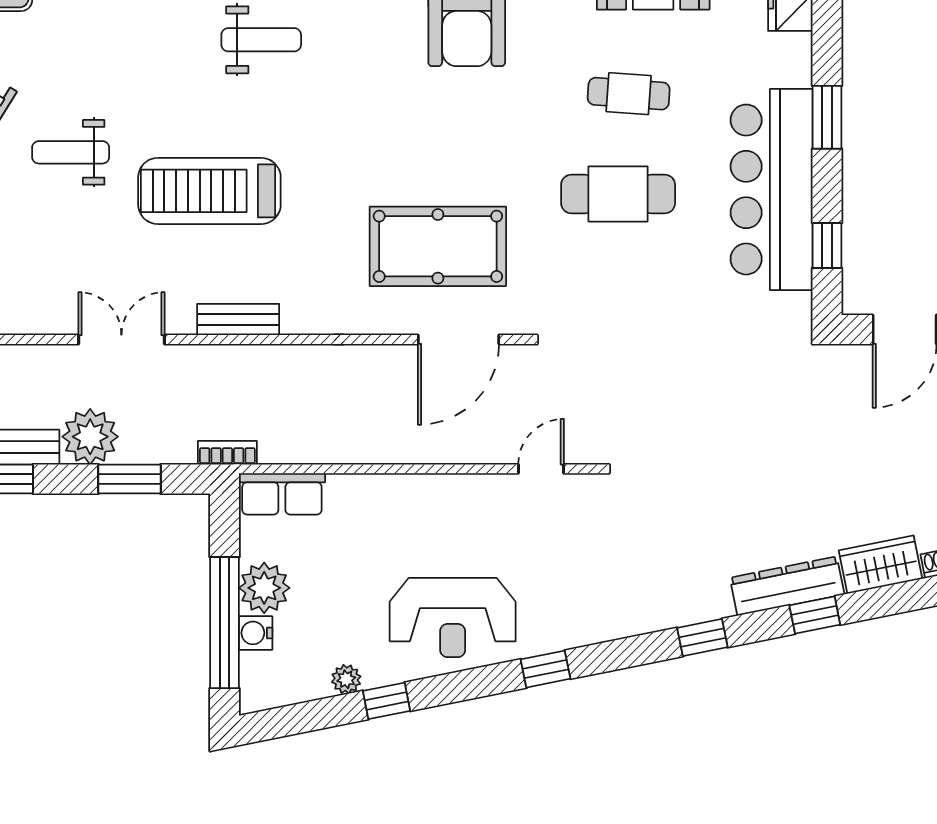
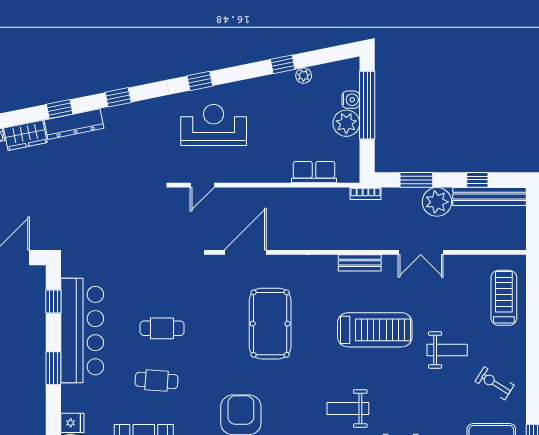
cafe table: (618, 194) -> (162, 328), width x0.73, depth x0.74
pool table: (438, 246) -> (270, 324), moved, turned 90
row of seats: (282, 494) -> (314, 172), moved
reception desk: (453, 618) -> (214, 125), moved

